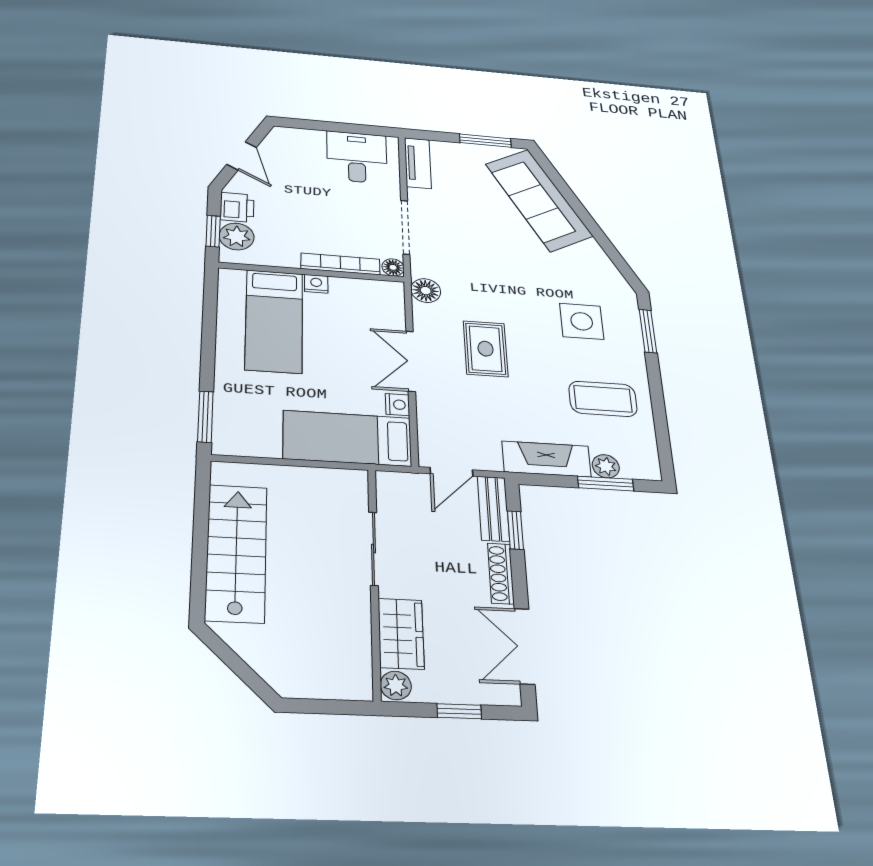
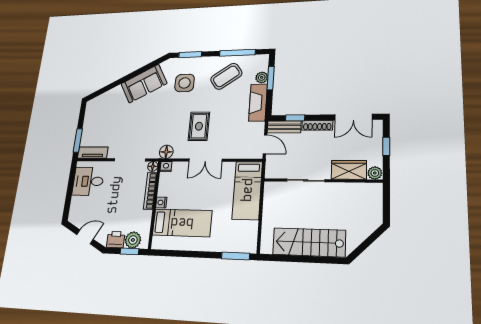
window: (485, 141) -> (78, 140), moved
sofa: (539, 200) -> (144, 84), moved, width x0.73
rug: (486, 349) -> (199, 126), turned 90
coffee table: (603, 399) -> (226, 76), turned 55
nightstand: (398, 405) -> (166, 167), moved
window: (660, 420) -> (237, 53), added

